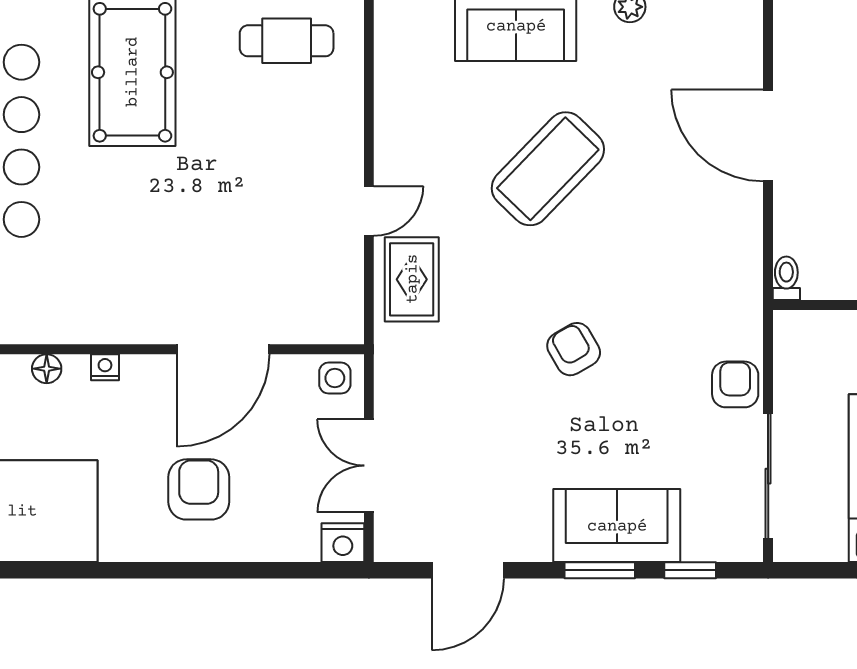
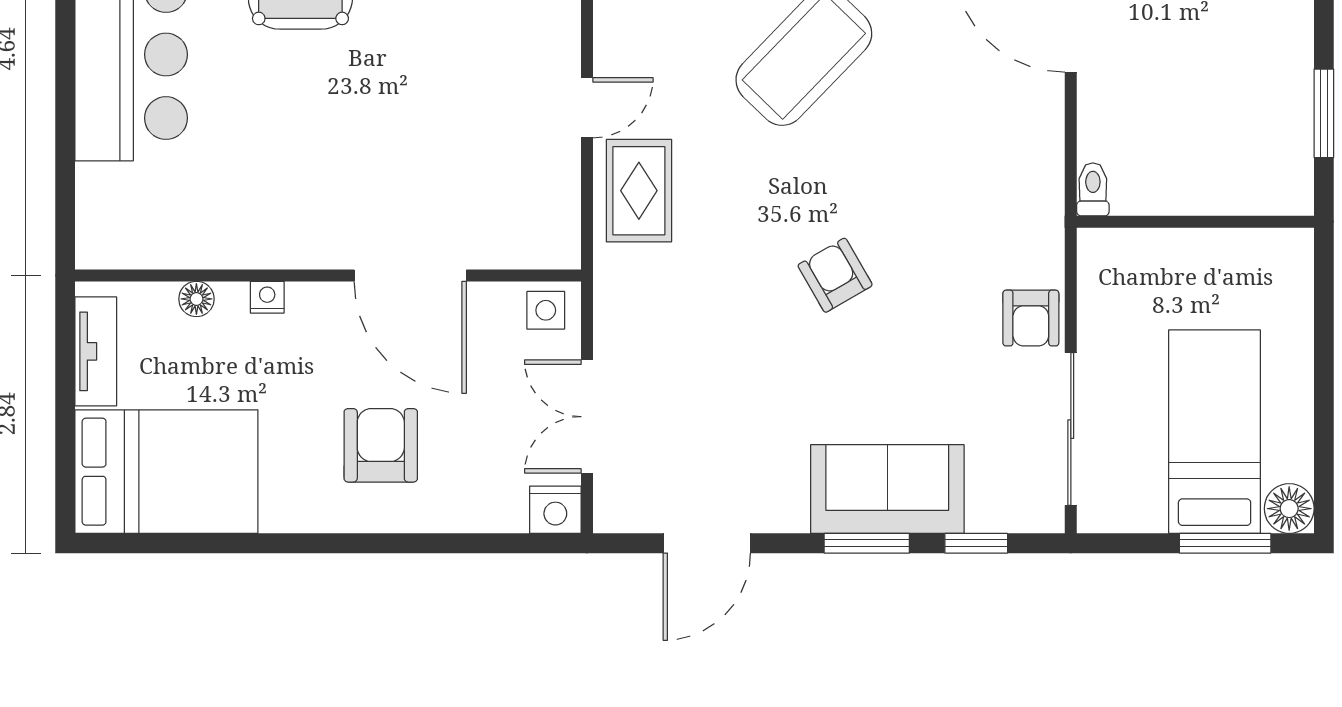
door: (223, 349) -> (410, 275), hinge flipped
armchair: (735, 384) -> (1031, 318), turned 180

